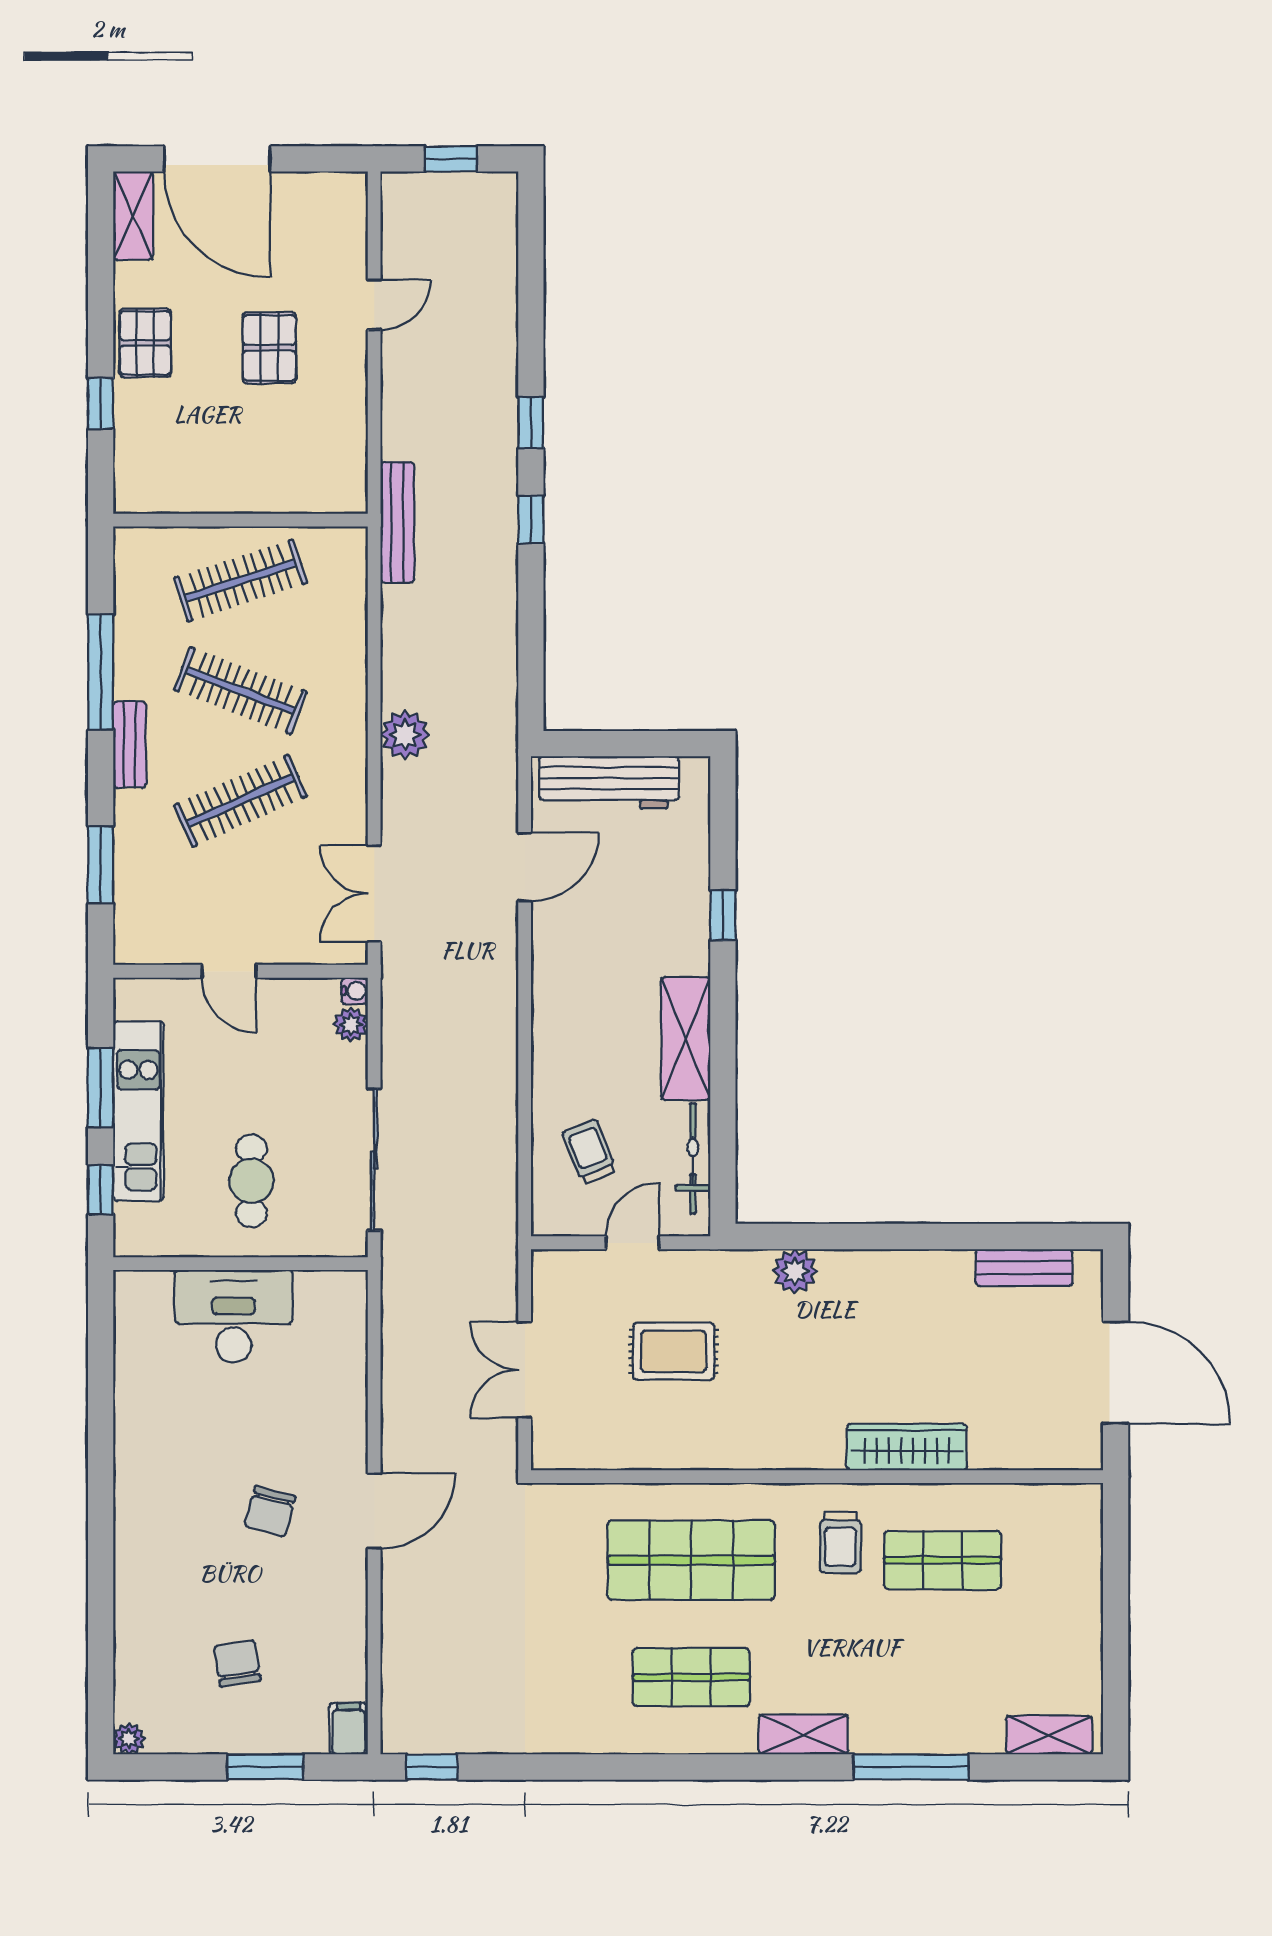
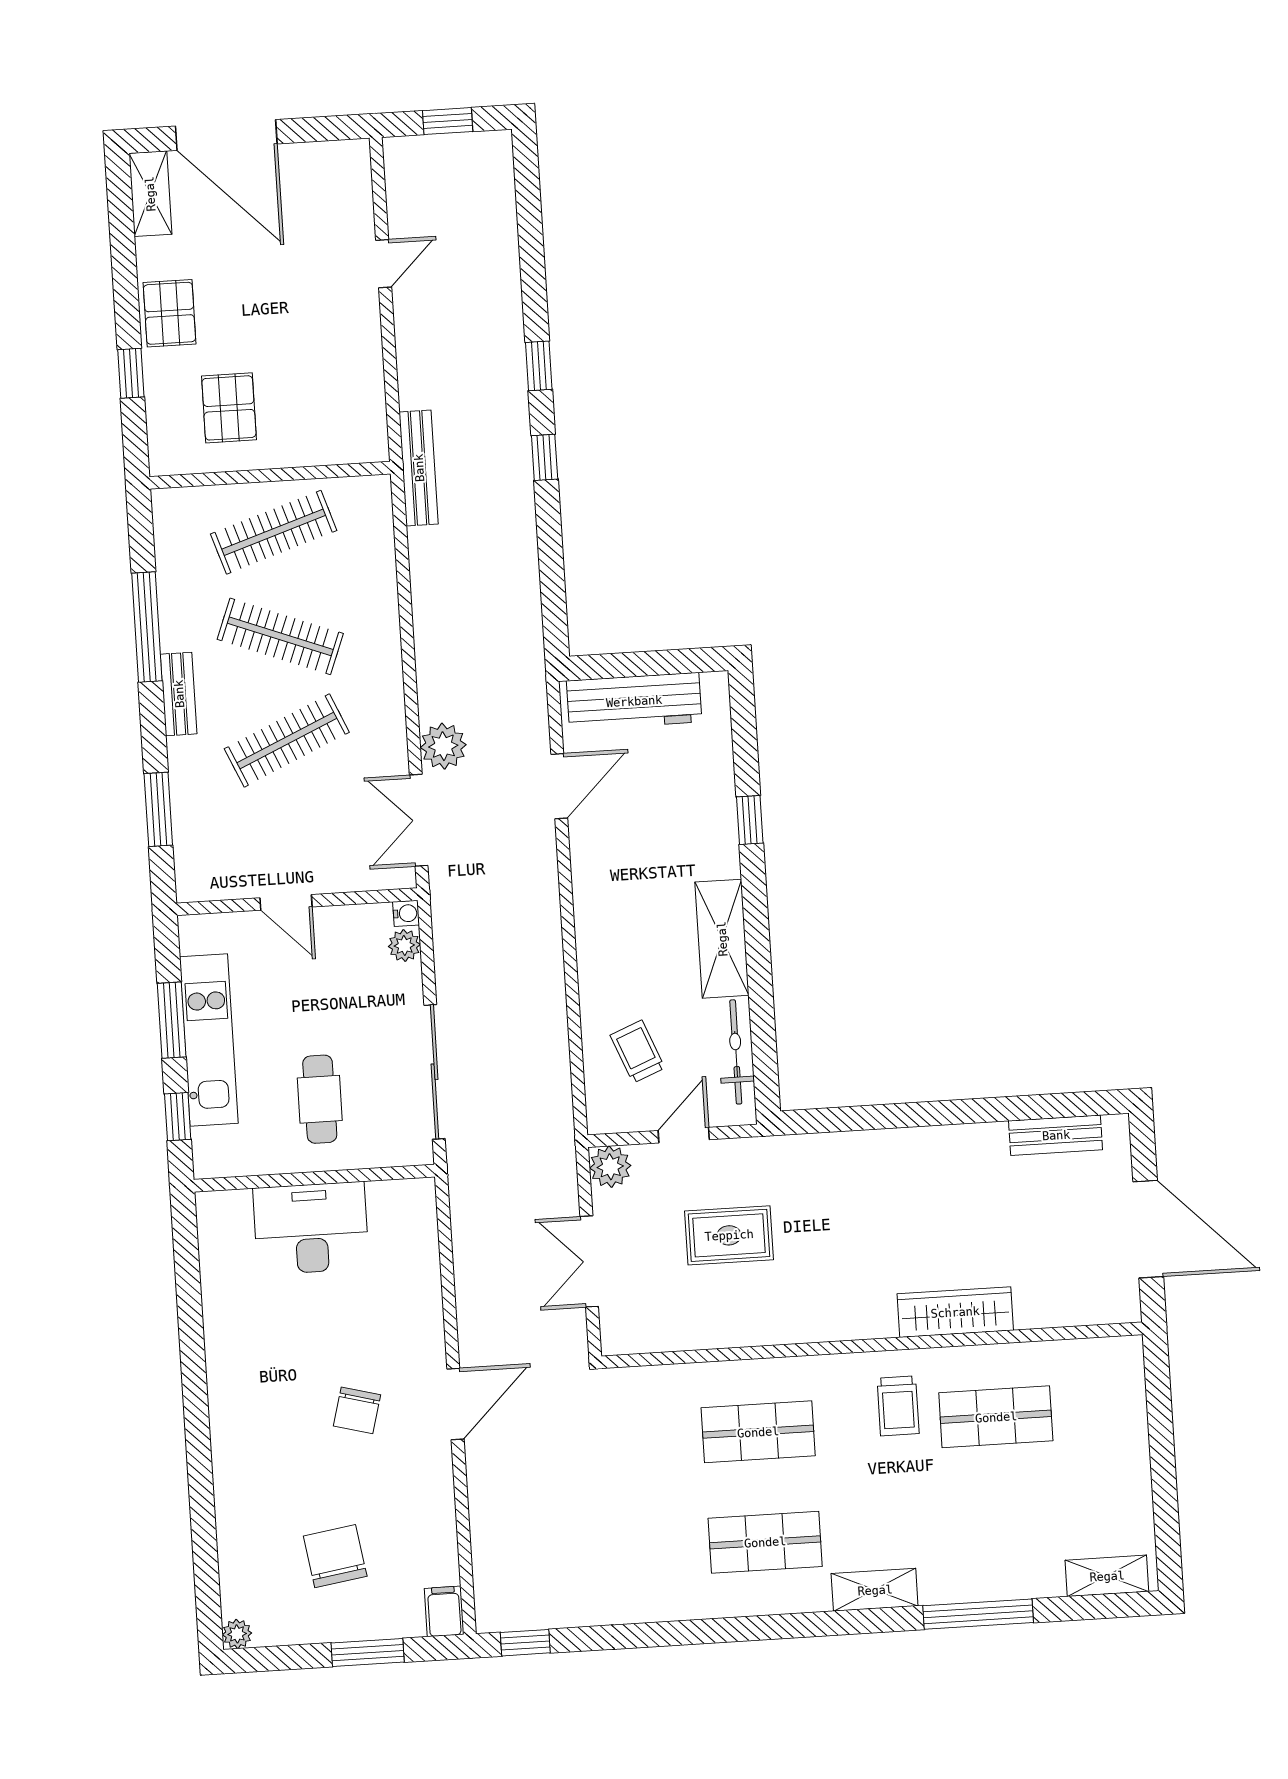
pallet: (269, 348) -> (229, 408), moved
plant: (405, 735) -> (443, 746), moved
plant: (795, 1271) -> (610, 1167), moved
shop shelf: (691, 1560) -> (758, 1432), width x0.70, depth x0.74
chair: (237, 1663) -> (335, 1556), width x1.37, depth x1.37

